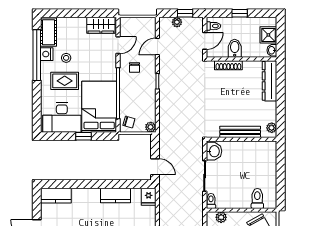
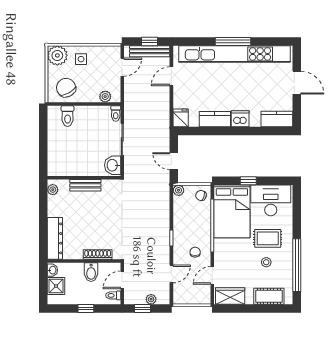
cot: (49, 32) -> (269, 296), moved, turned 90
nightstand: (47, 54) -> (286, 266), removed
bench: (240, 132) -> (85, 185), width x0.73
door: (155, 167) -> (174, 161), moved
dishwasher: (91, 196) -> (240, 119), added

